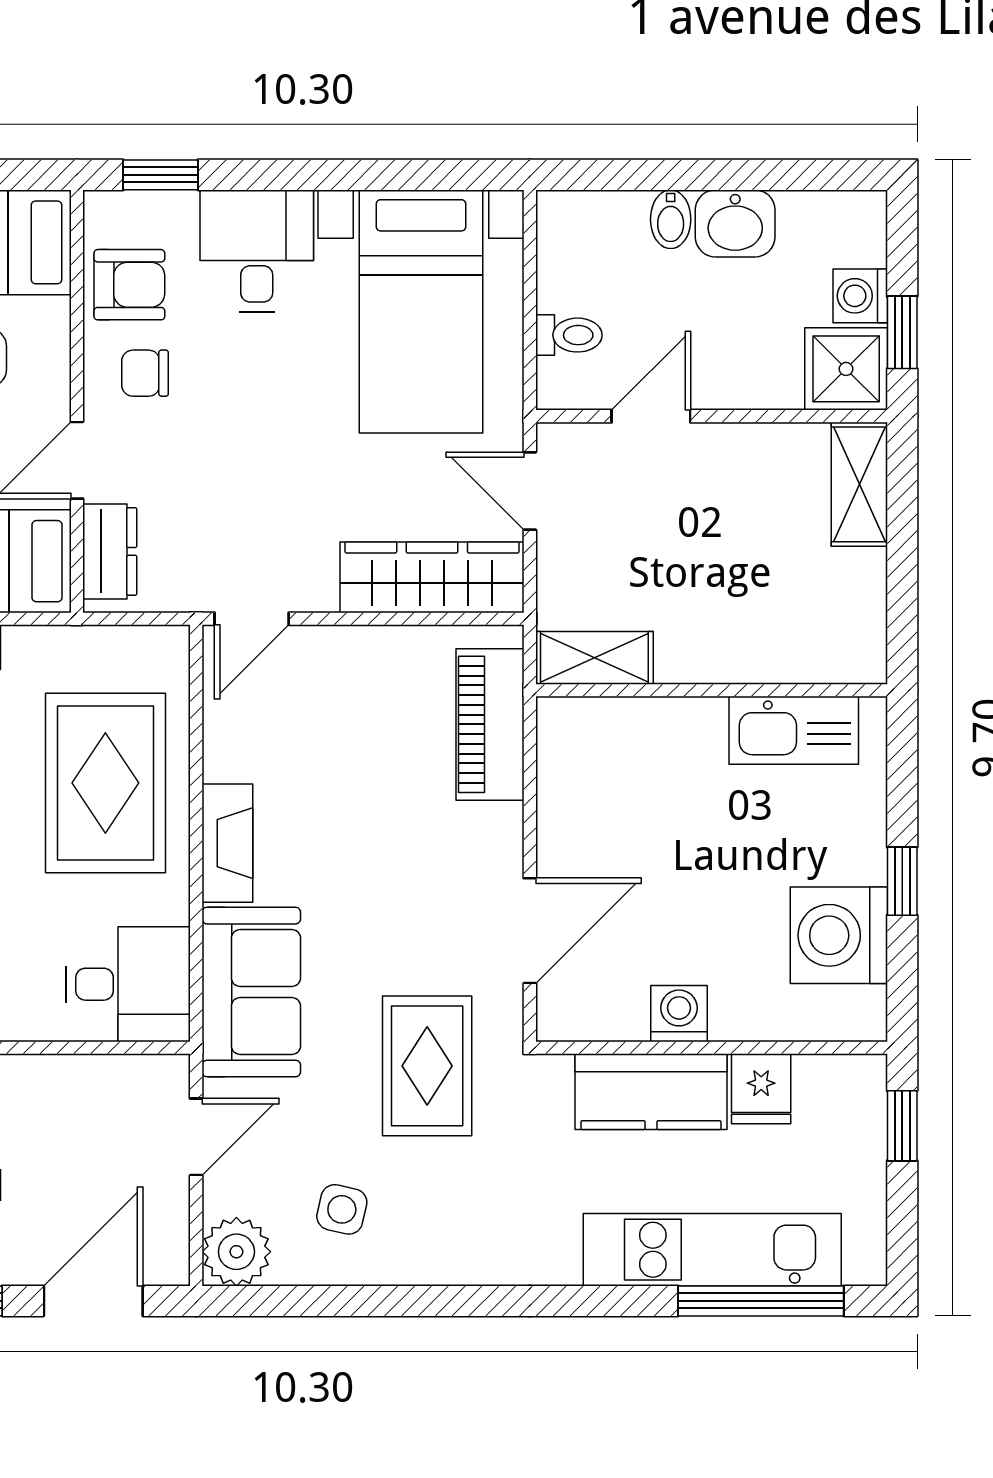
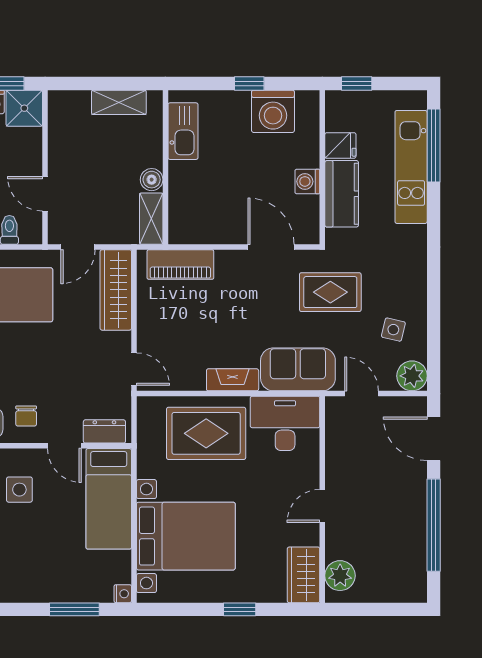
shelving: (859, 484) -> (119, 102), moved
boiler: (683, 659) -> (152, 180), added
desk: (128, 984) -> (285, 423), width x1.37

